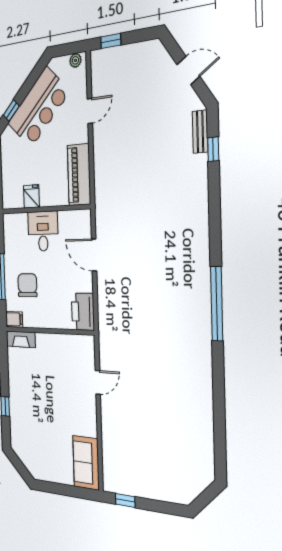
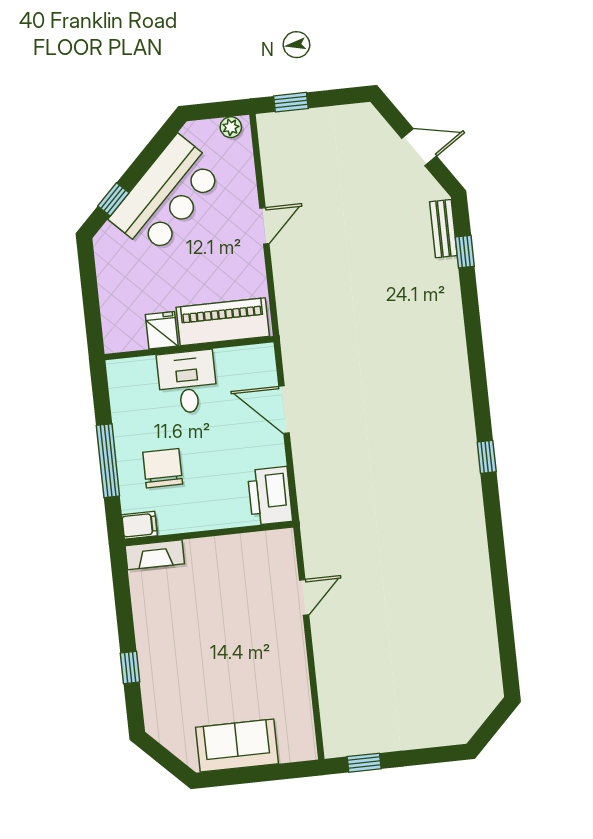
door: (90, 111) -> (264, 226), moved
piano: (79, 175) -> (223, 322), moved, turned 90
window: (217, 304) -> (487, 457), width x0.32
sofa: (86, 463) -> (237, 745), moved, turned 90

